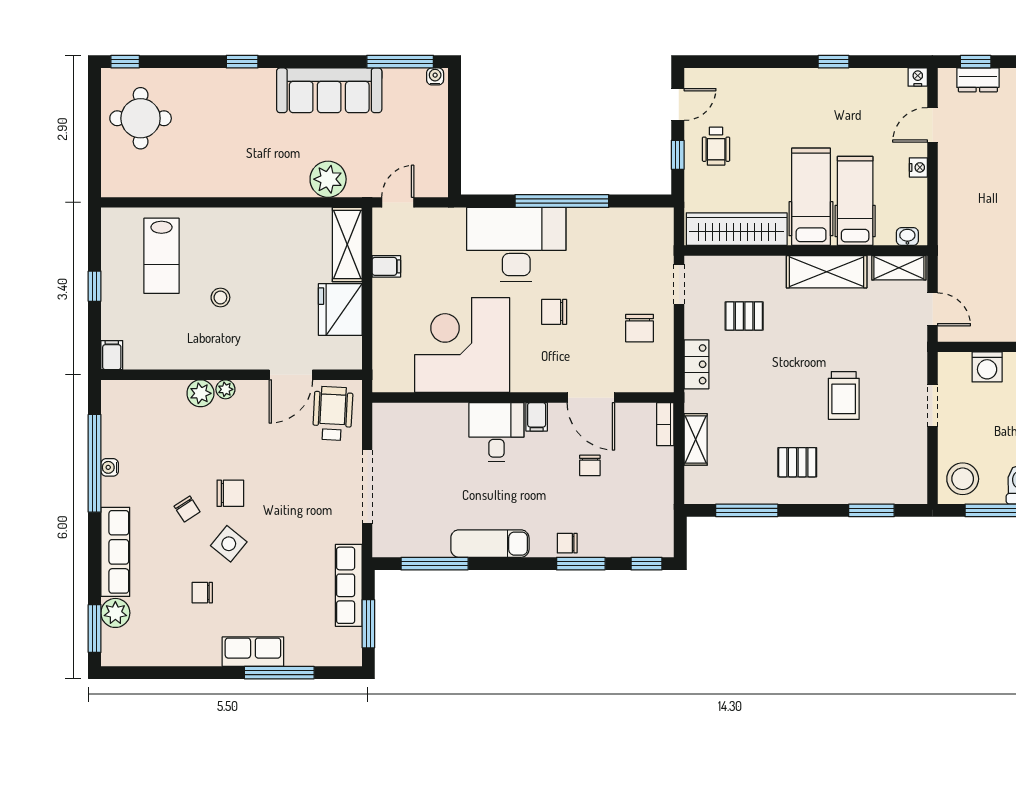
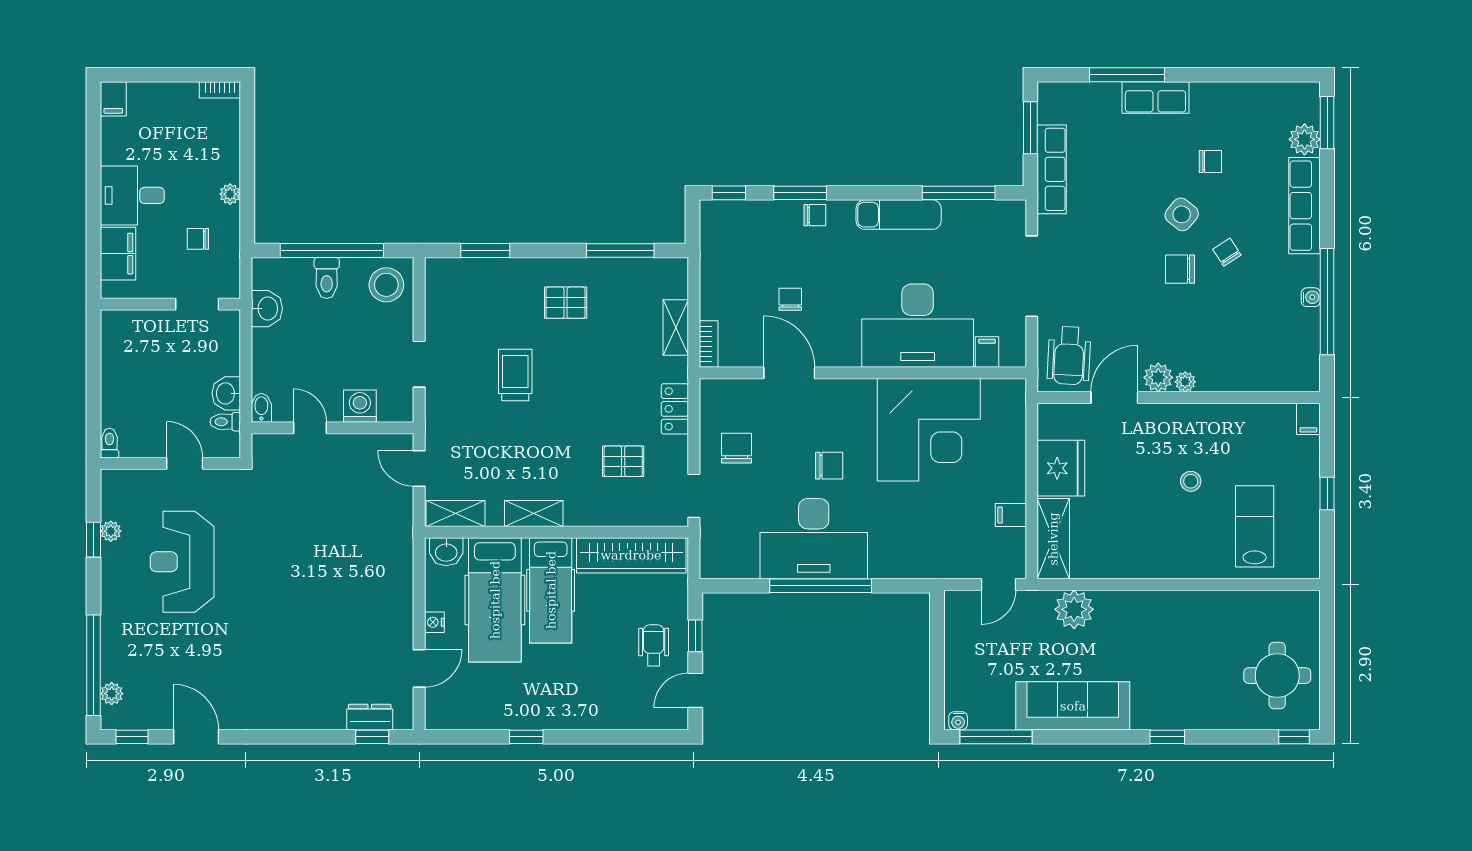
nightstand: (918, 77) -> (435, 720), removed
hospital bed: (855, 201) -> (495, 600), width x1.37, depth x1.29
washbasin: (907, 236) -> (446, 552), width x1.38, depth x1.45
desk: (516, 245) -> (814, 539), moved
shelving: (827, 272) -> (534, 514), width x0.67, depth x0.75
plant: (200, 393) -> (1158, 377), moved
filing cabinet: (537, 417) -> (987, 352), moved
desk: (496, 432) -> (918, 326), width x1.87, depth x1.30

